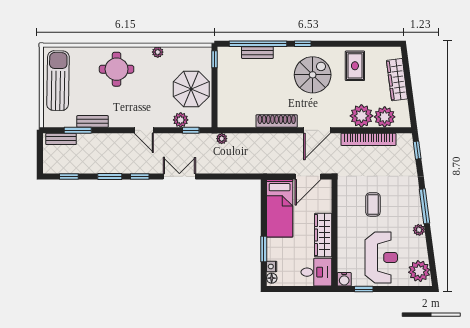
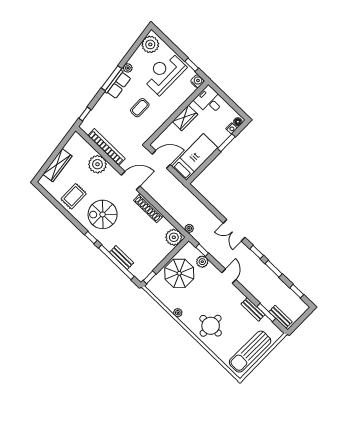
plant: (385, 117) -> (174, 237), moved
row of seats: (413, 206) -> (118, 85), added
wardrobe: (323, 235) -> (185, 118), width x0.67

